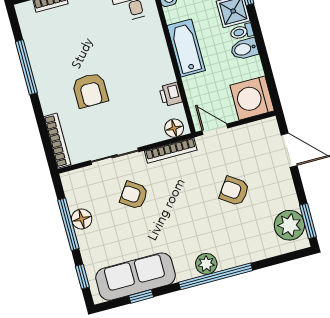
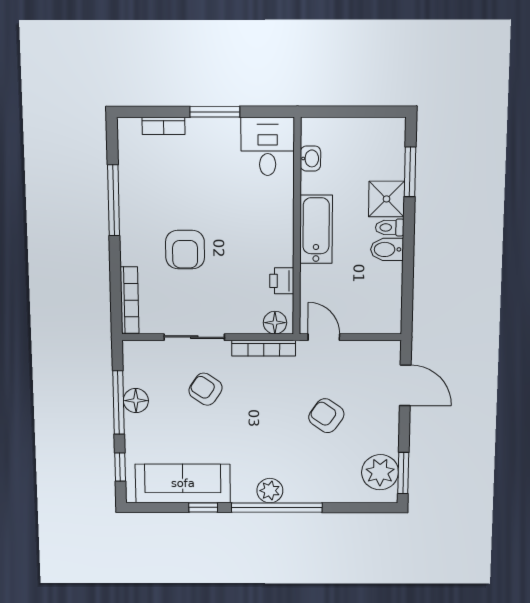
washing machine: (252, 98) -> (379, 312), removed
window: (141, 296) -> (203, 507), moved

